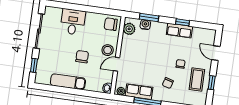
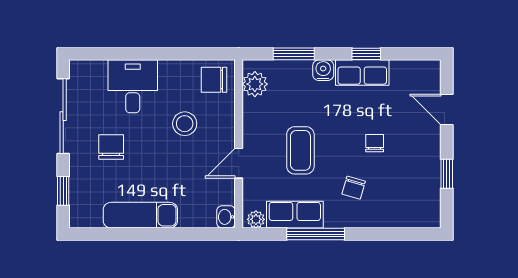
water cooler: (145, 25) -> (323, 70), moved
stool: (108, 50) -> (185, 124), moved
chair: (82, 57) -> (111, 147), moved
coffee table: (197, 79) -> (300, 150), moved

